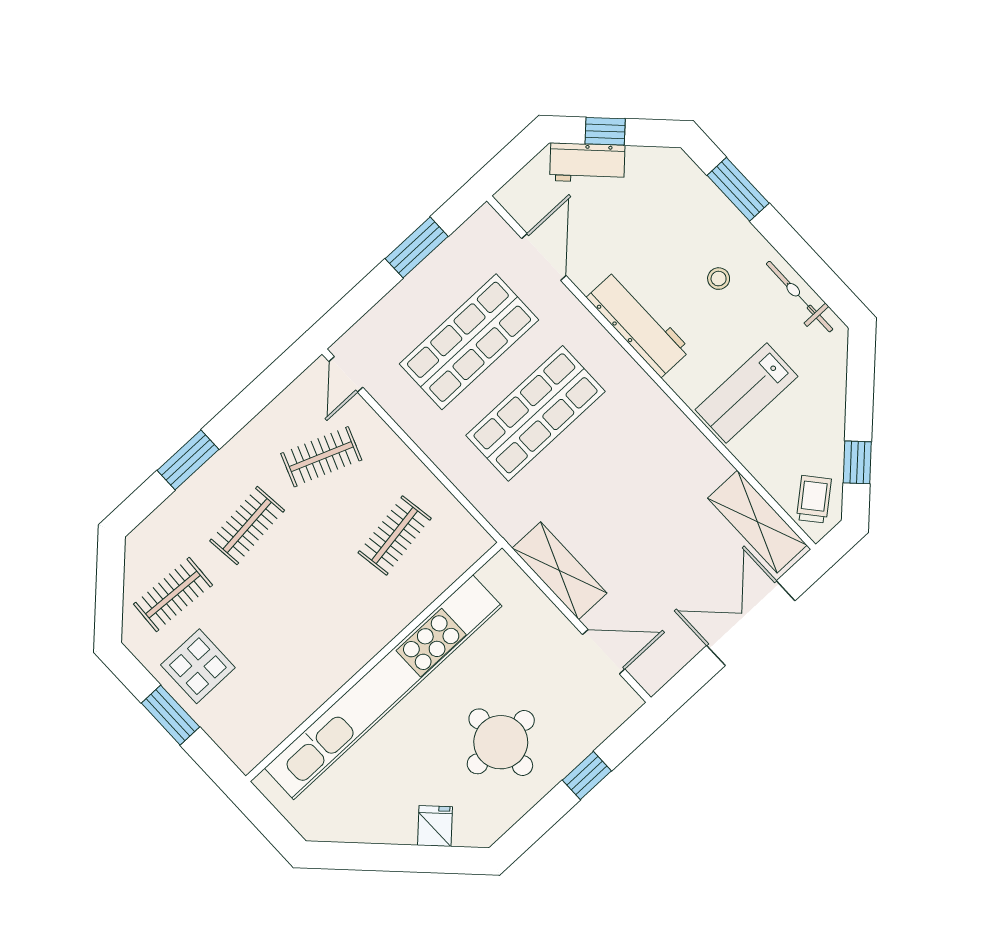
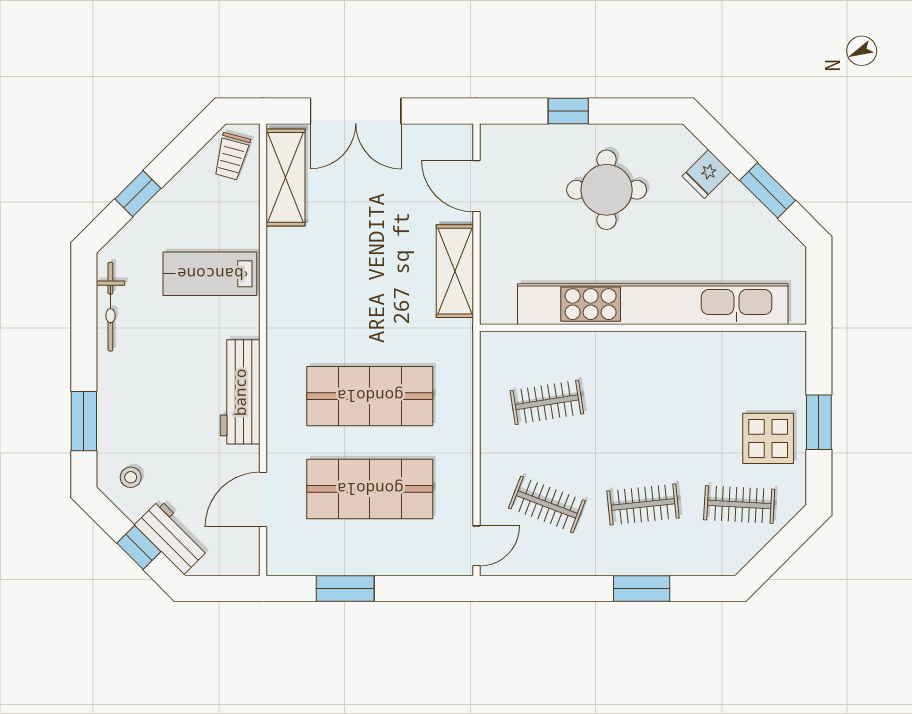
stool: (719, 279) -> (131, 477), moved
lab bench: (747, 393) -> (210, 274), turned 180
window: (857, 462) -> (138, 194), moved
trolley: (814, 499) -> (232, 156), turned -35
window: (376, 857) -> (768, 190), added

